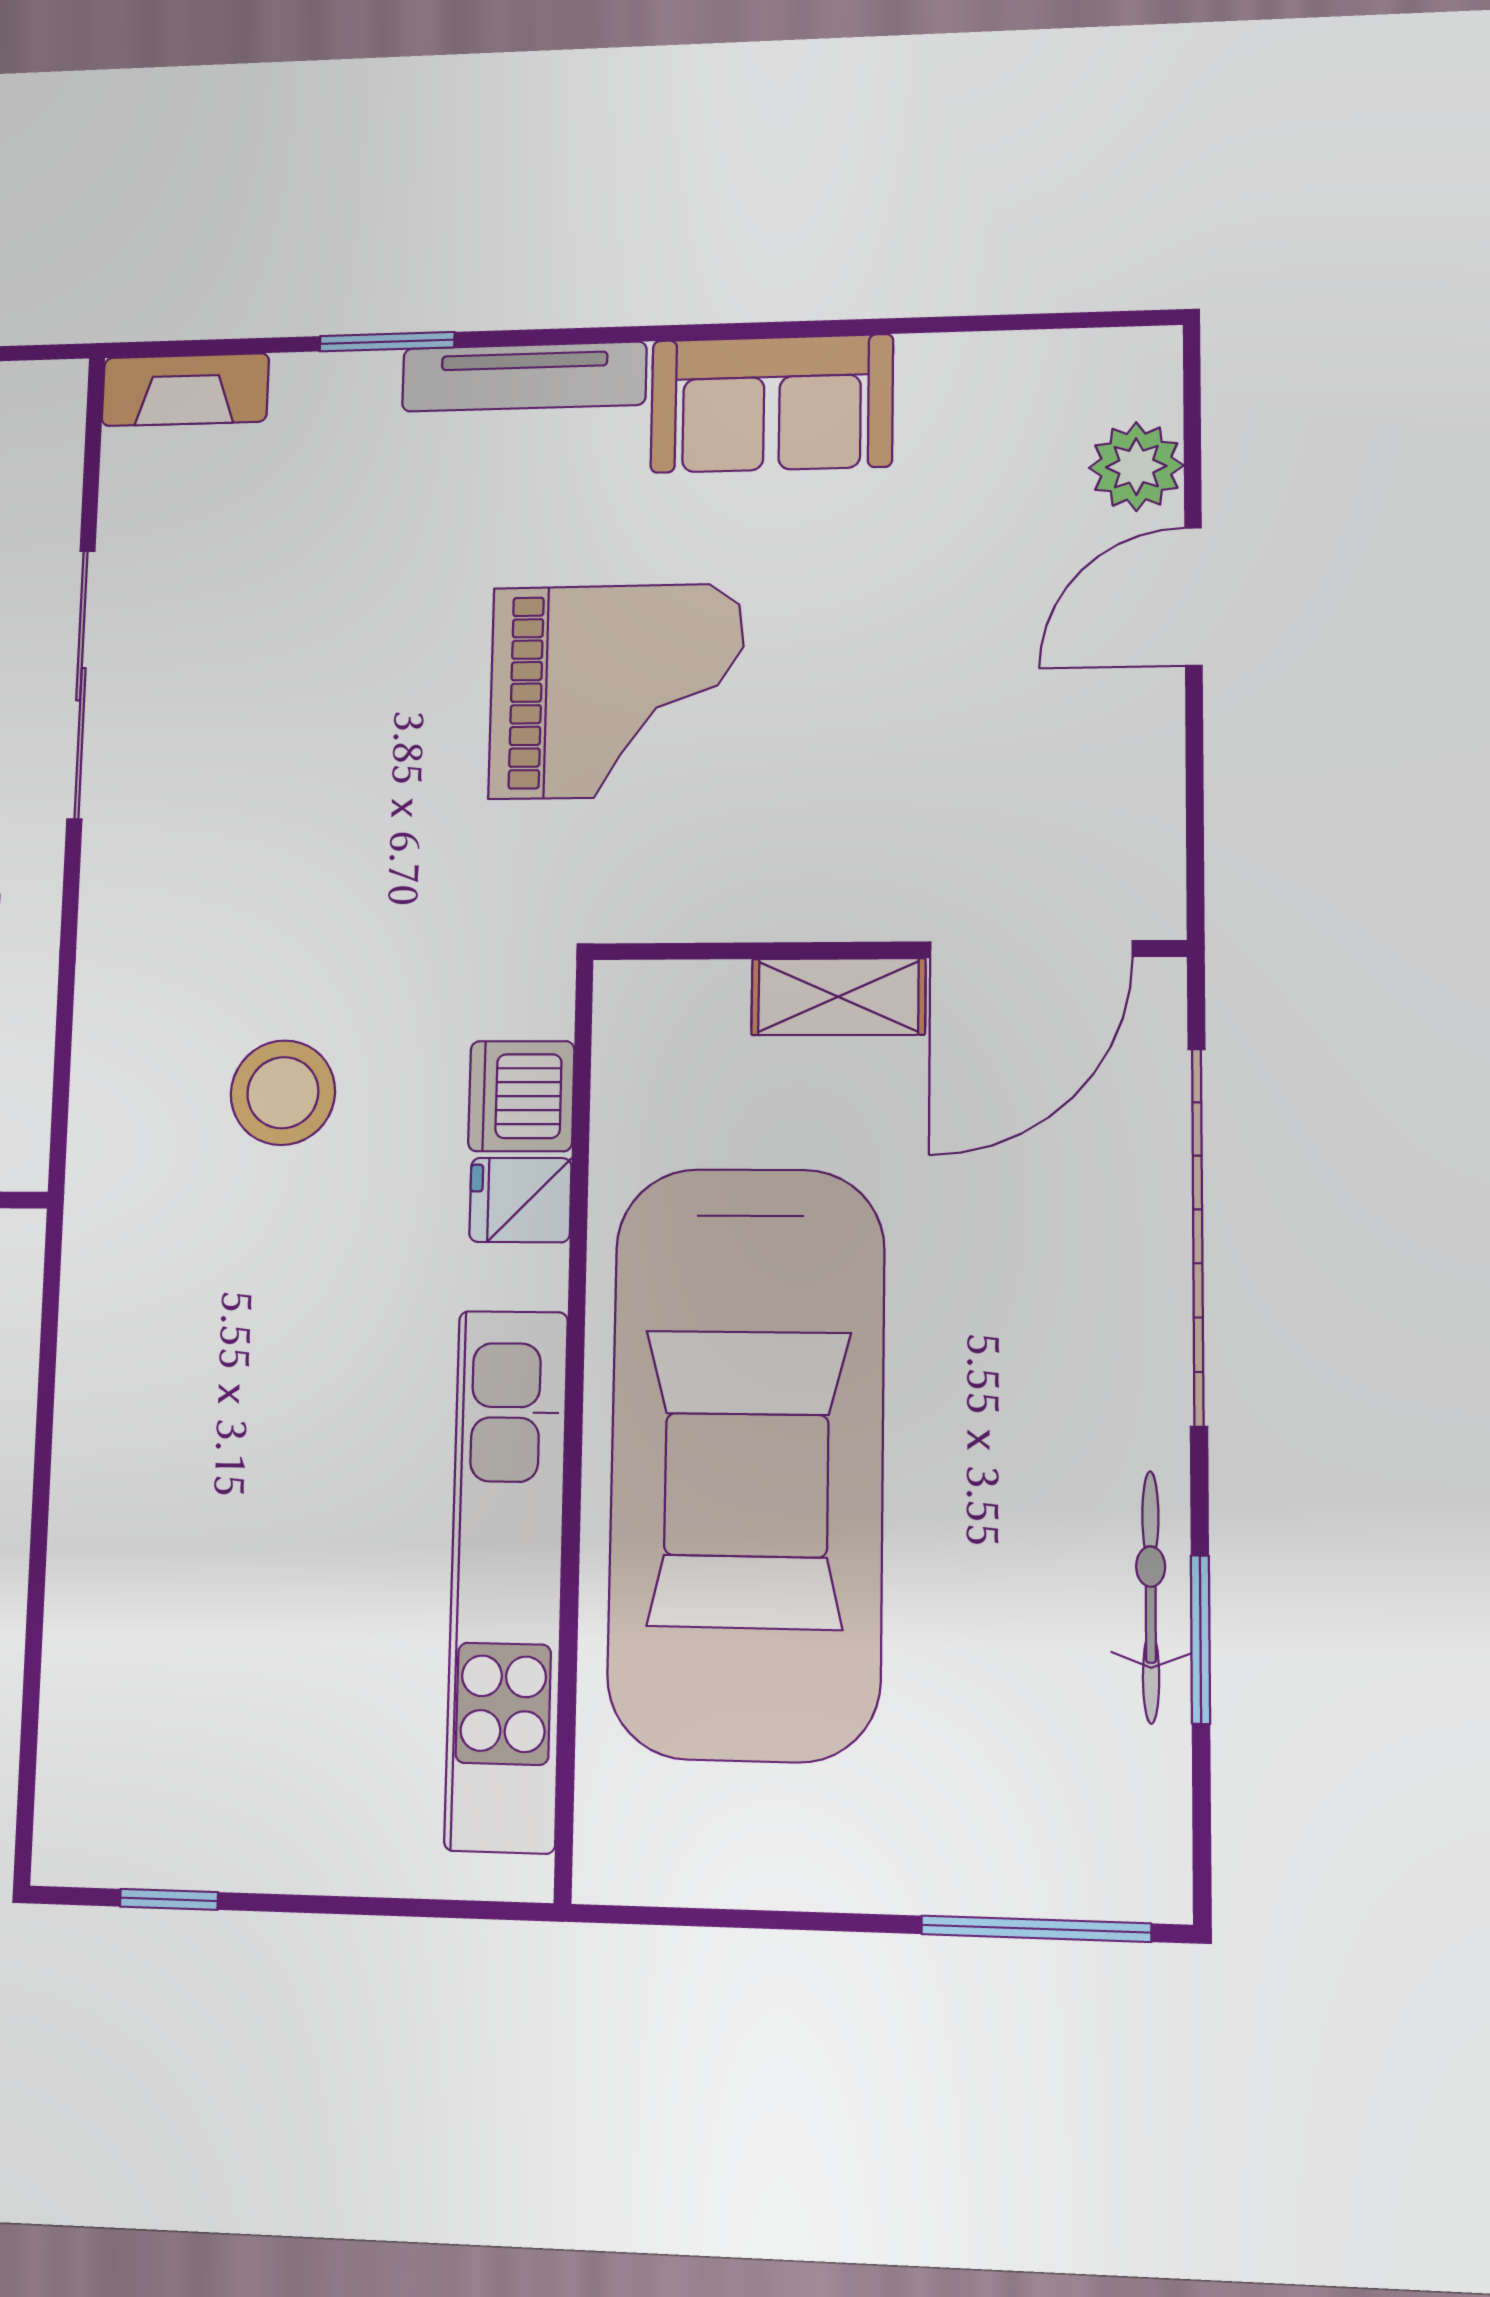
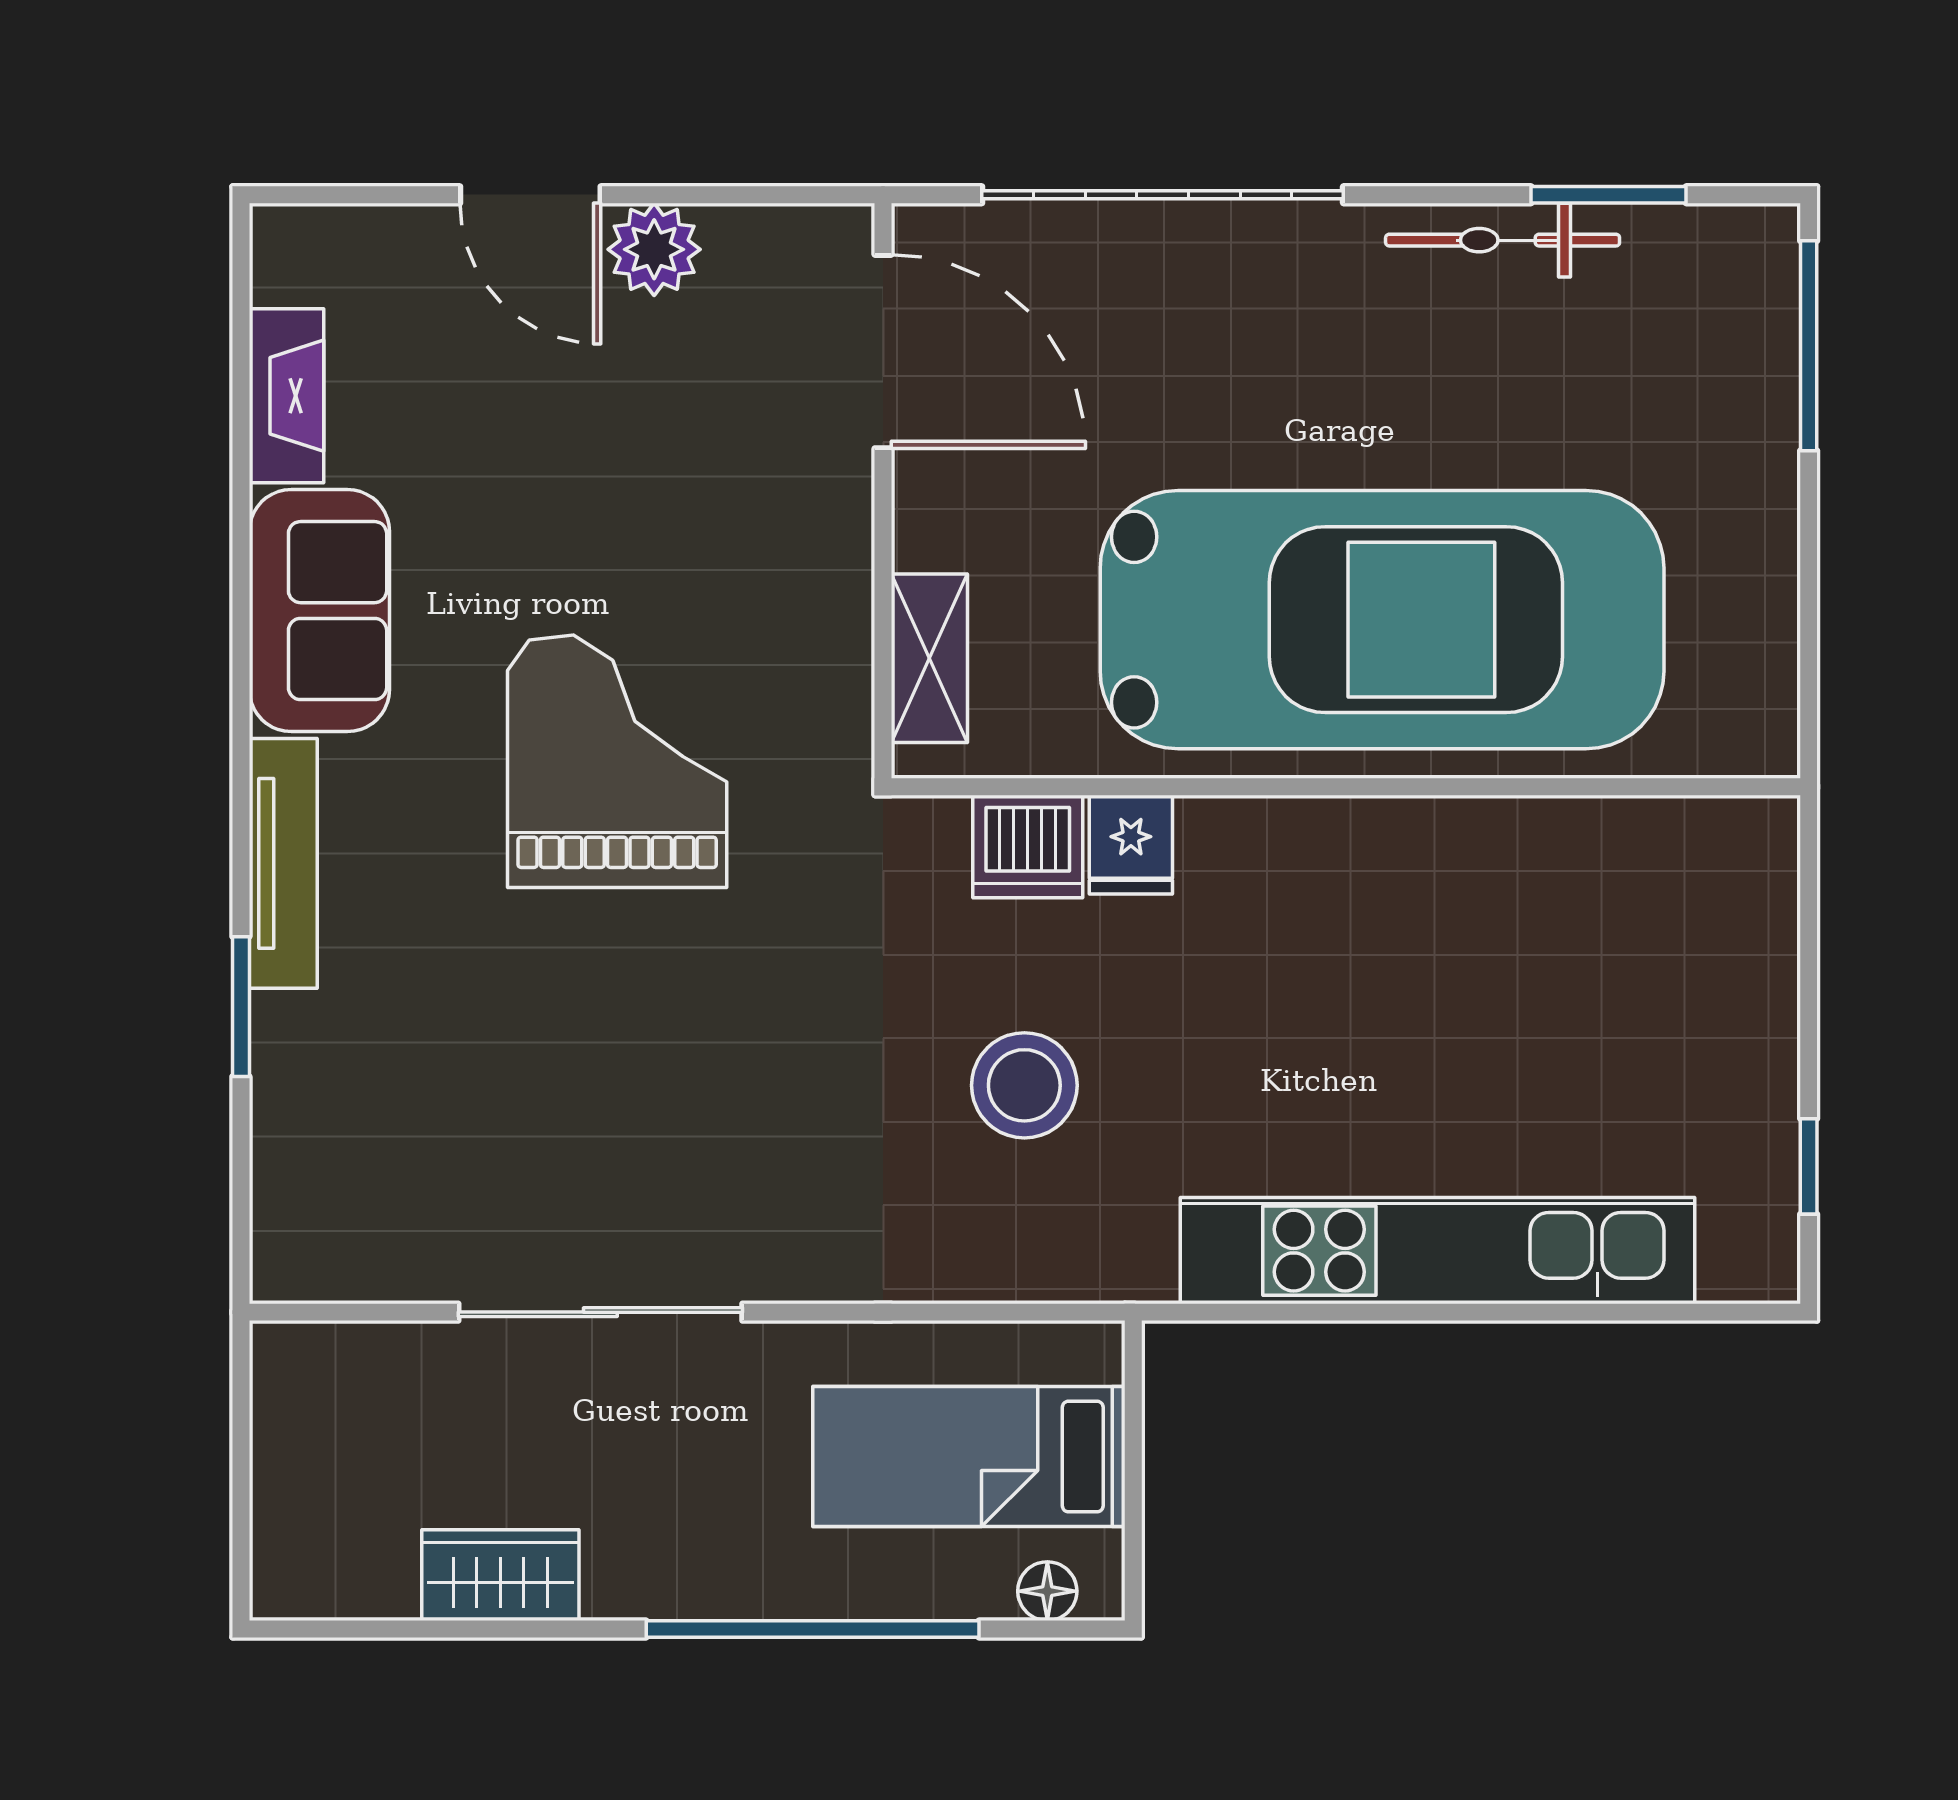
fireplace: (185, 390) -> (286, 396), moved
plant: (1136, 467) -> (654, 249), moved
shelving: (838, 997) -> (929, 658), moved
kitchen unit: (507, 1579) -> (1438, 1251), moved, turned 180
window: (1200, 1639) -> (1609, 195), moved

